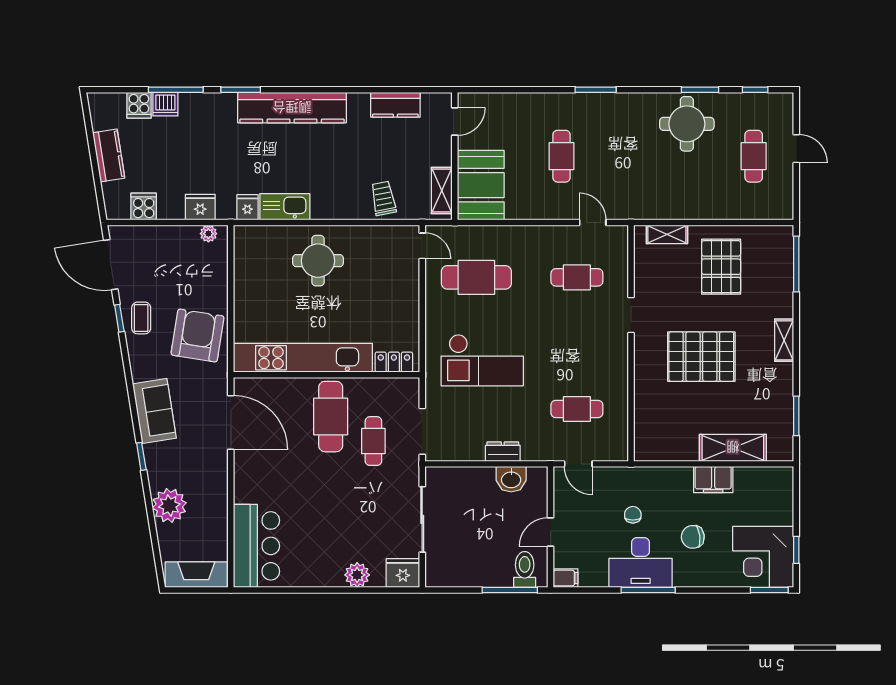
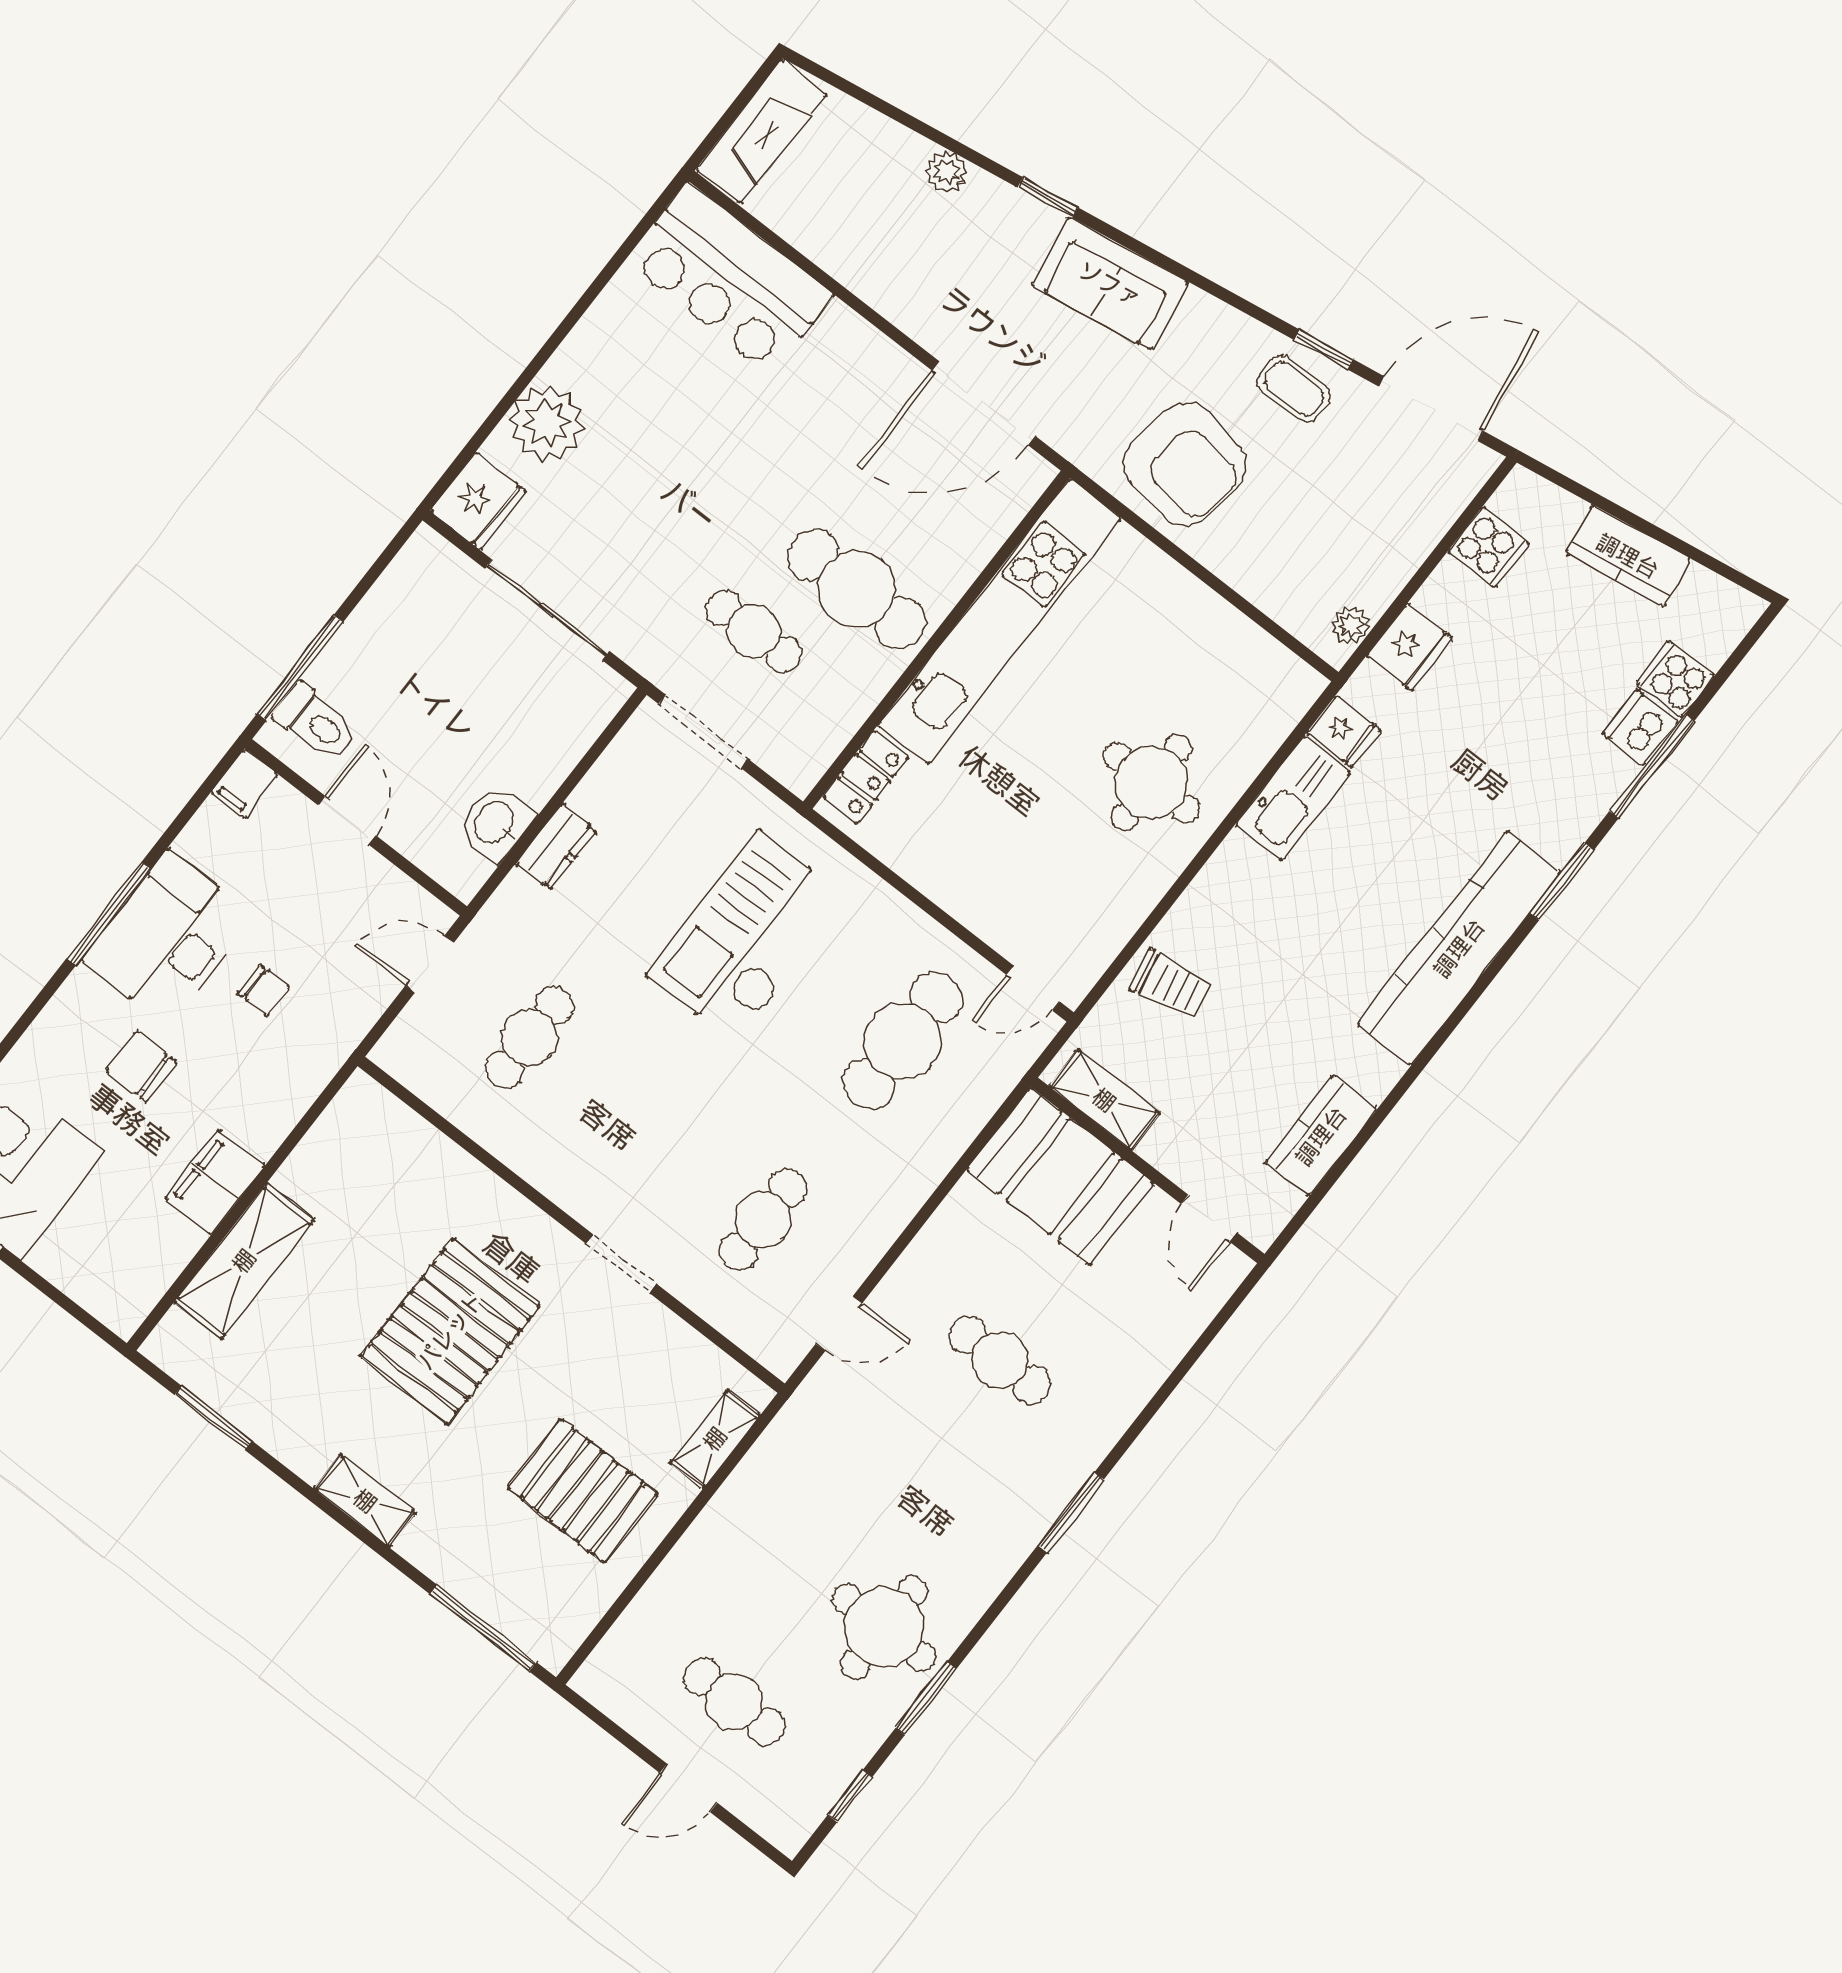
plant: (169, 506) -> (946, 172), width x0.53, depth x0.53
chair: (693, 537) -> (141, 1066), turned -83
plant: (357, 575) -> (546, 423), width x1.36, depth x1.36

